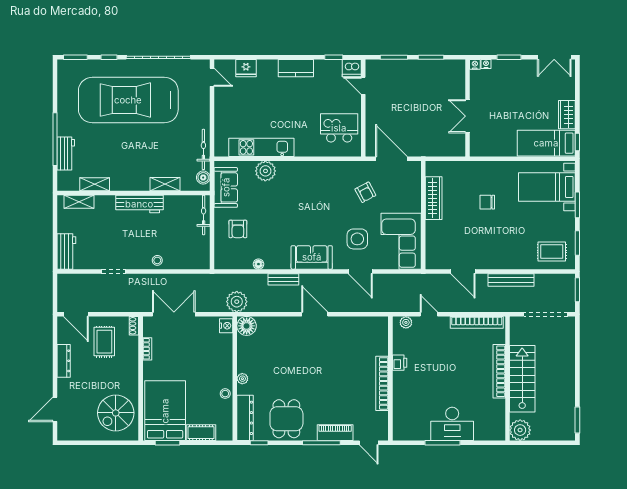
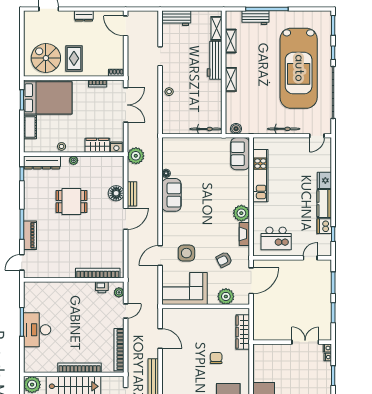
fridge: (246, 68) -> (324, 180), moved
dishwasher: (352, 68) -> (324, 226), moved
car: (128, 100) -> (299, 68), turned 180
double door: (467, 116) -> (305, 342), moved
kitchen island: (339, 128) -> (276, 238), turned 90
bicycle: (203, 149) -> (284, 129), moved
fireplace: (334, 167) -> (244, 234), added
plant: (265, 171) -> (241, 213), moved
shelving: (165, 184) -> (231, 79), moved
sofa: (226, 187) -> (240, 154), moved, turned 90
plant: (411, 190) -> (226, 296), added
wardrobe: (434, 198) -> (243, 332), moved, turned 90
workbench: (139, 204) -> (215, 60), moved
armchair: (238, 229) -> (194, 157), removed
sofa: (312, 257) -> (171, 195), moved
door: (463, 271) -> (160, 338), swing flipped
bench: (283, 279) -> (132, 194), moved
door: (76, 314) -> (126, 26), hinge flipped
floor lamp: (247, 326) -> (116, 193), moved
rug: (104, 342) -> (74, 58), moved, turned 90
wardrobe: (224, 349) -> (97, 145), added
dresser: (64, 361) -> (84, 16), width x0.70
printer: (400, 363) -> (102, 287), moved
bookcase: (382, 383) -> (98, 273), moved
dining table: (286, 419) -> (71, 202), moved

